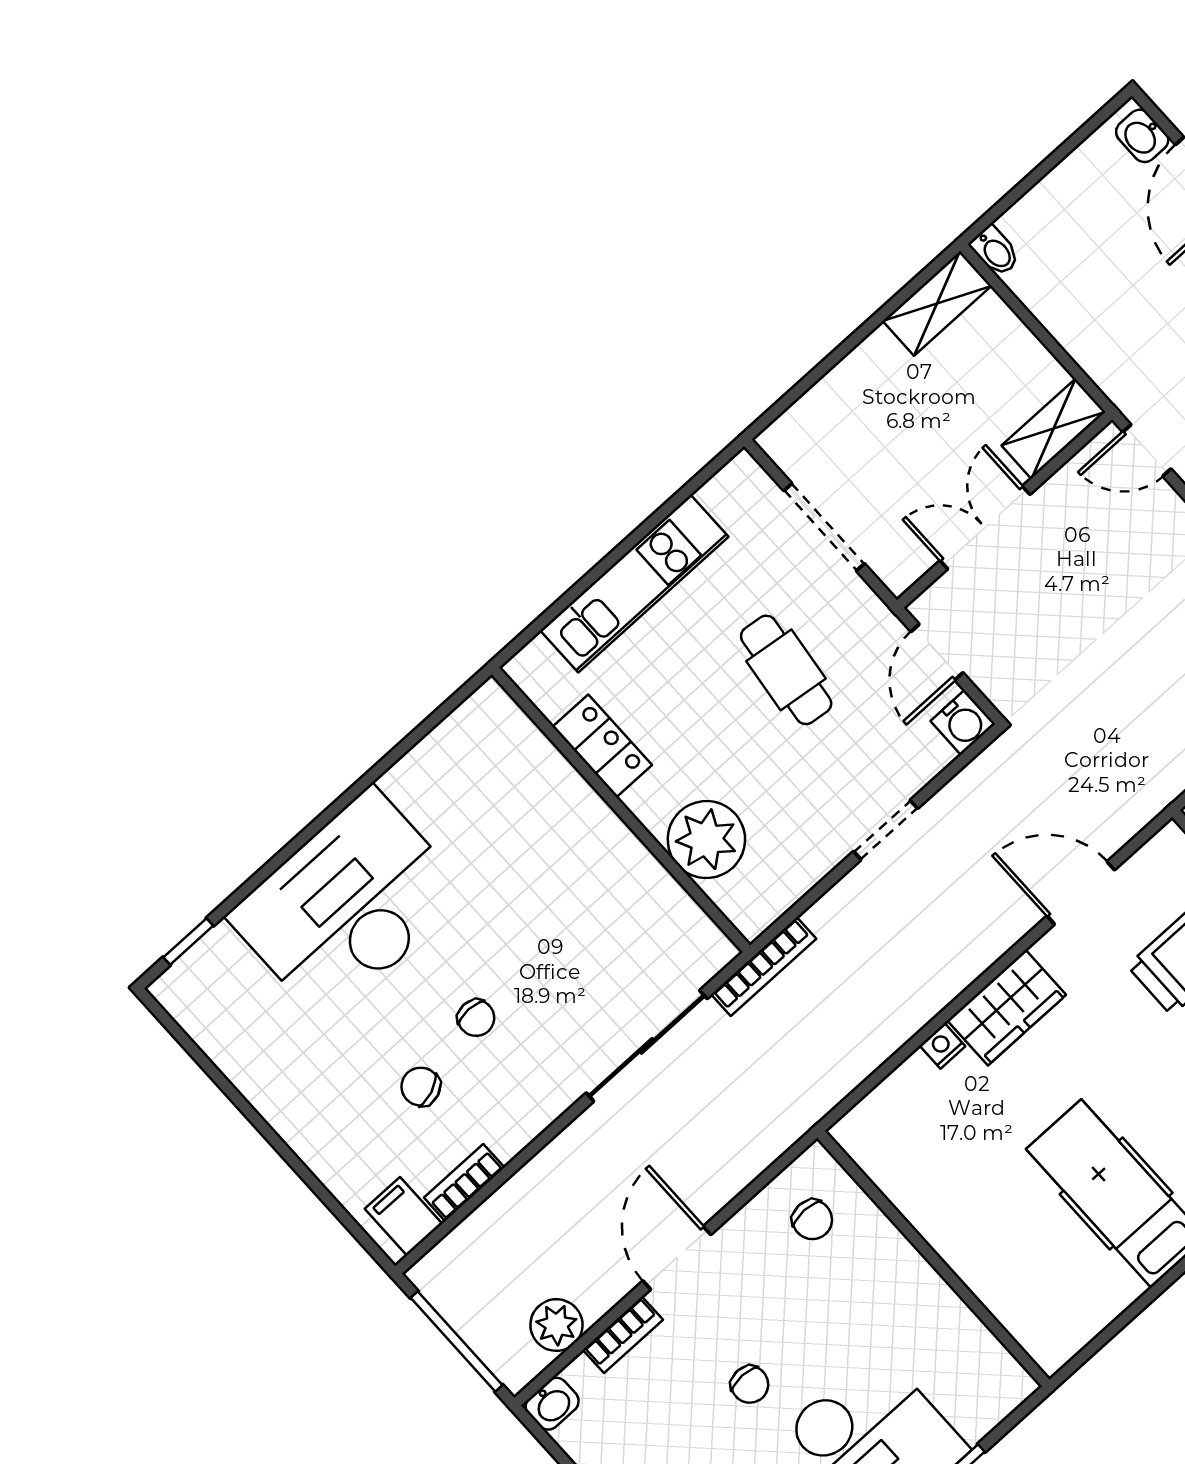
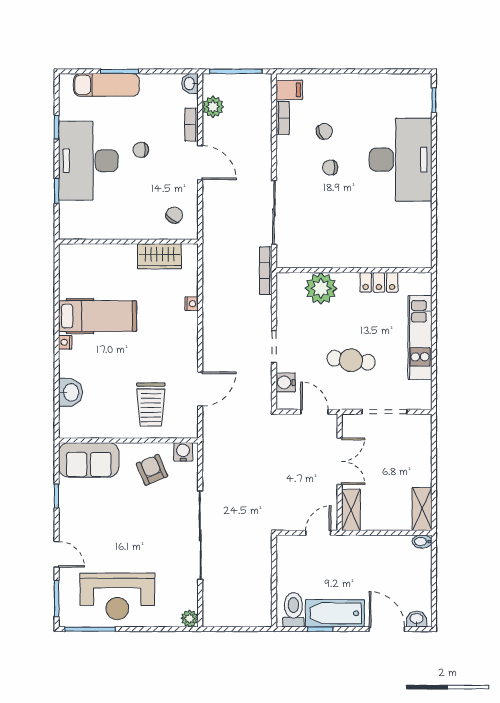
water cooler: (963, 722) -> (286, 382), moved
wardrobe: (1007, 1008) -> (159, 256), moved, turned -90
chair: (812, 1220) -> (174, 215), turned 125

